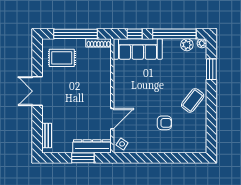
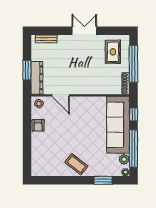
sofa: (138, 49) -> (118, 125), width x1.36, depth x1.27
armchair: (164, 123) -> (38, 125), moved

